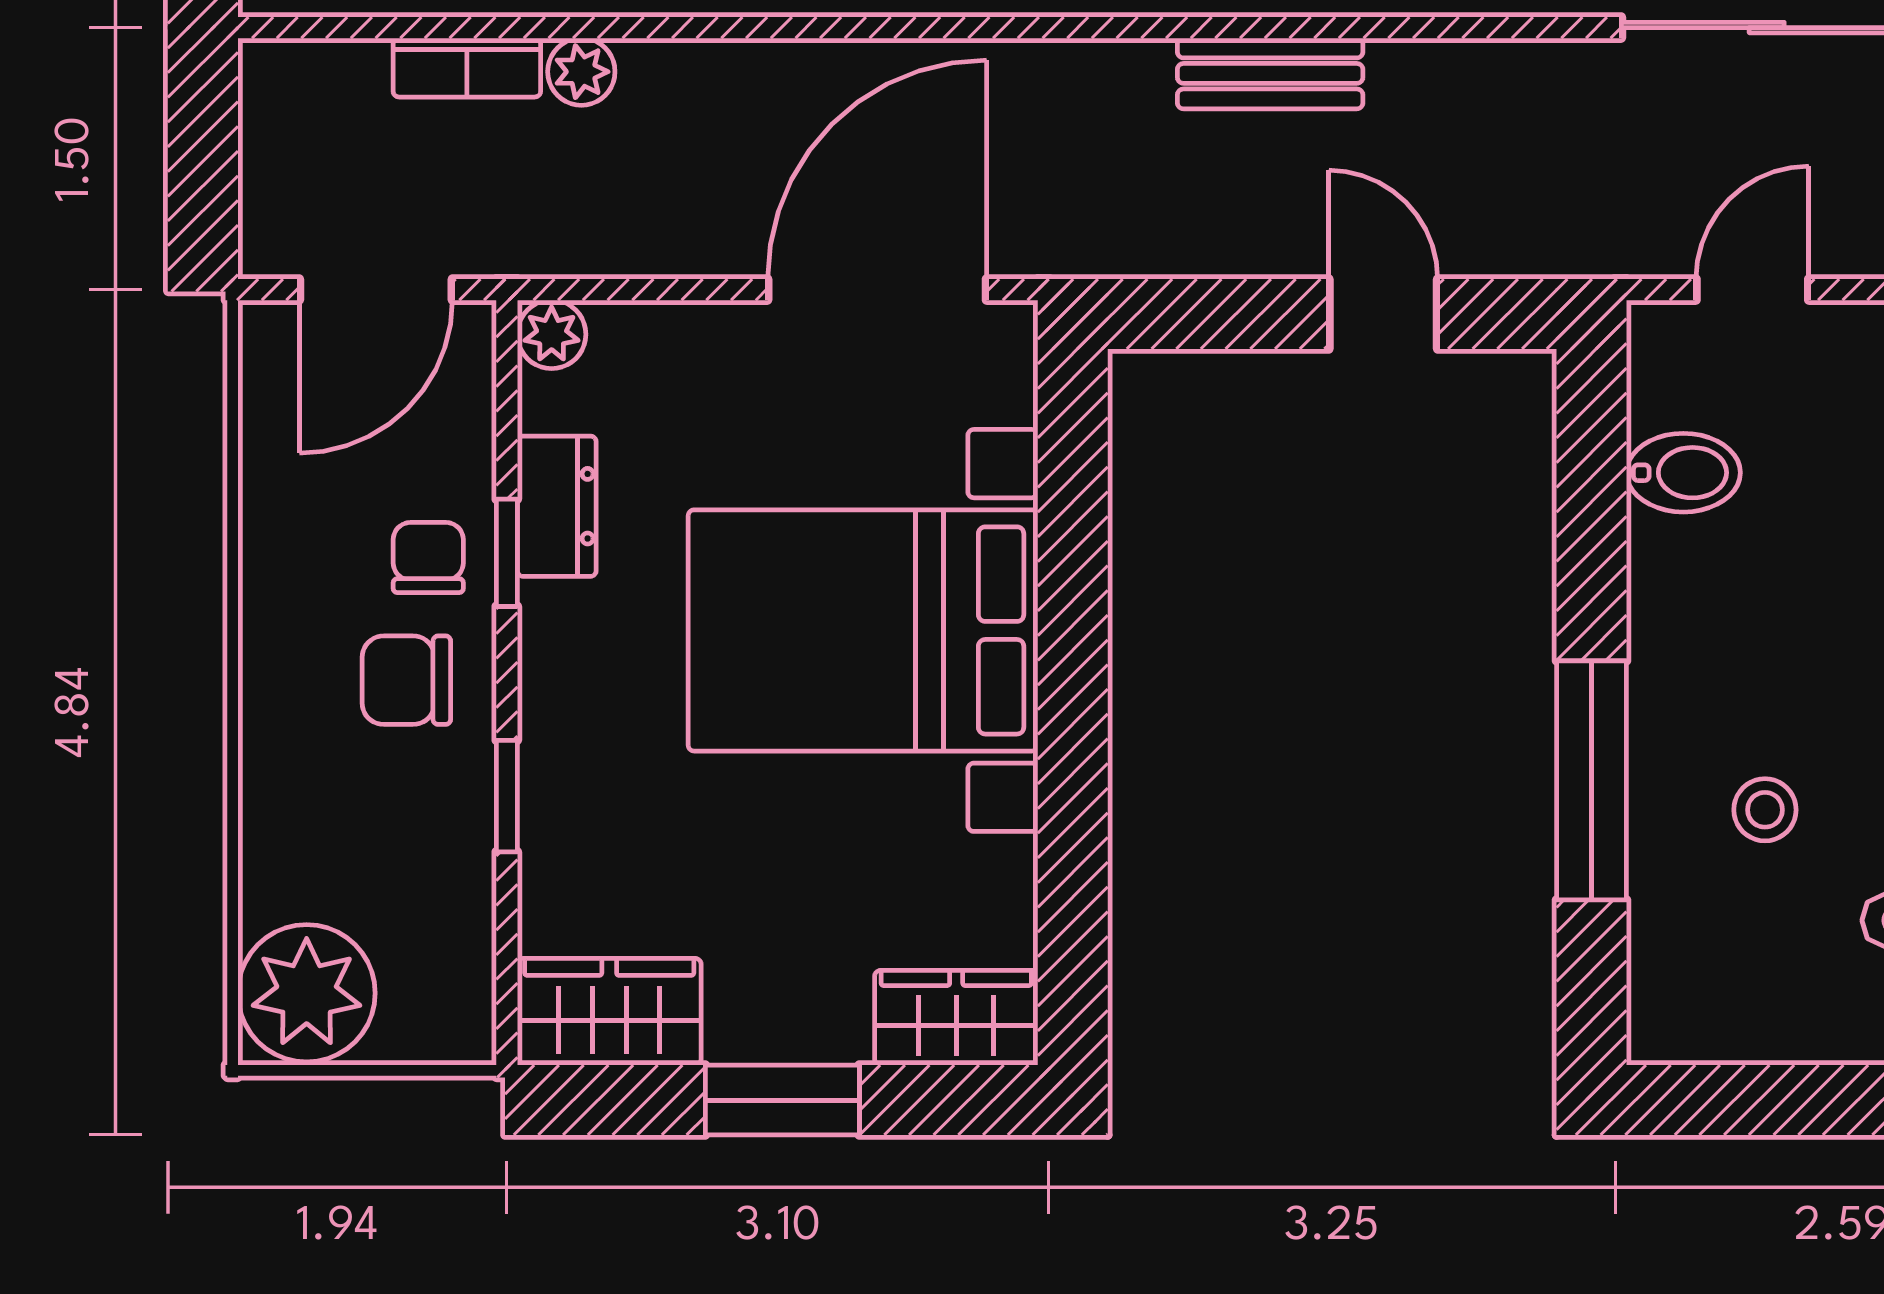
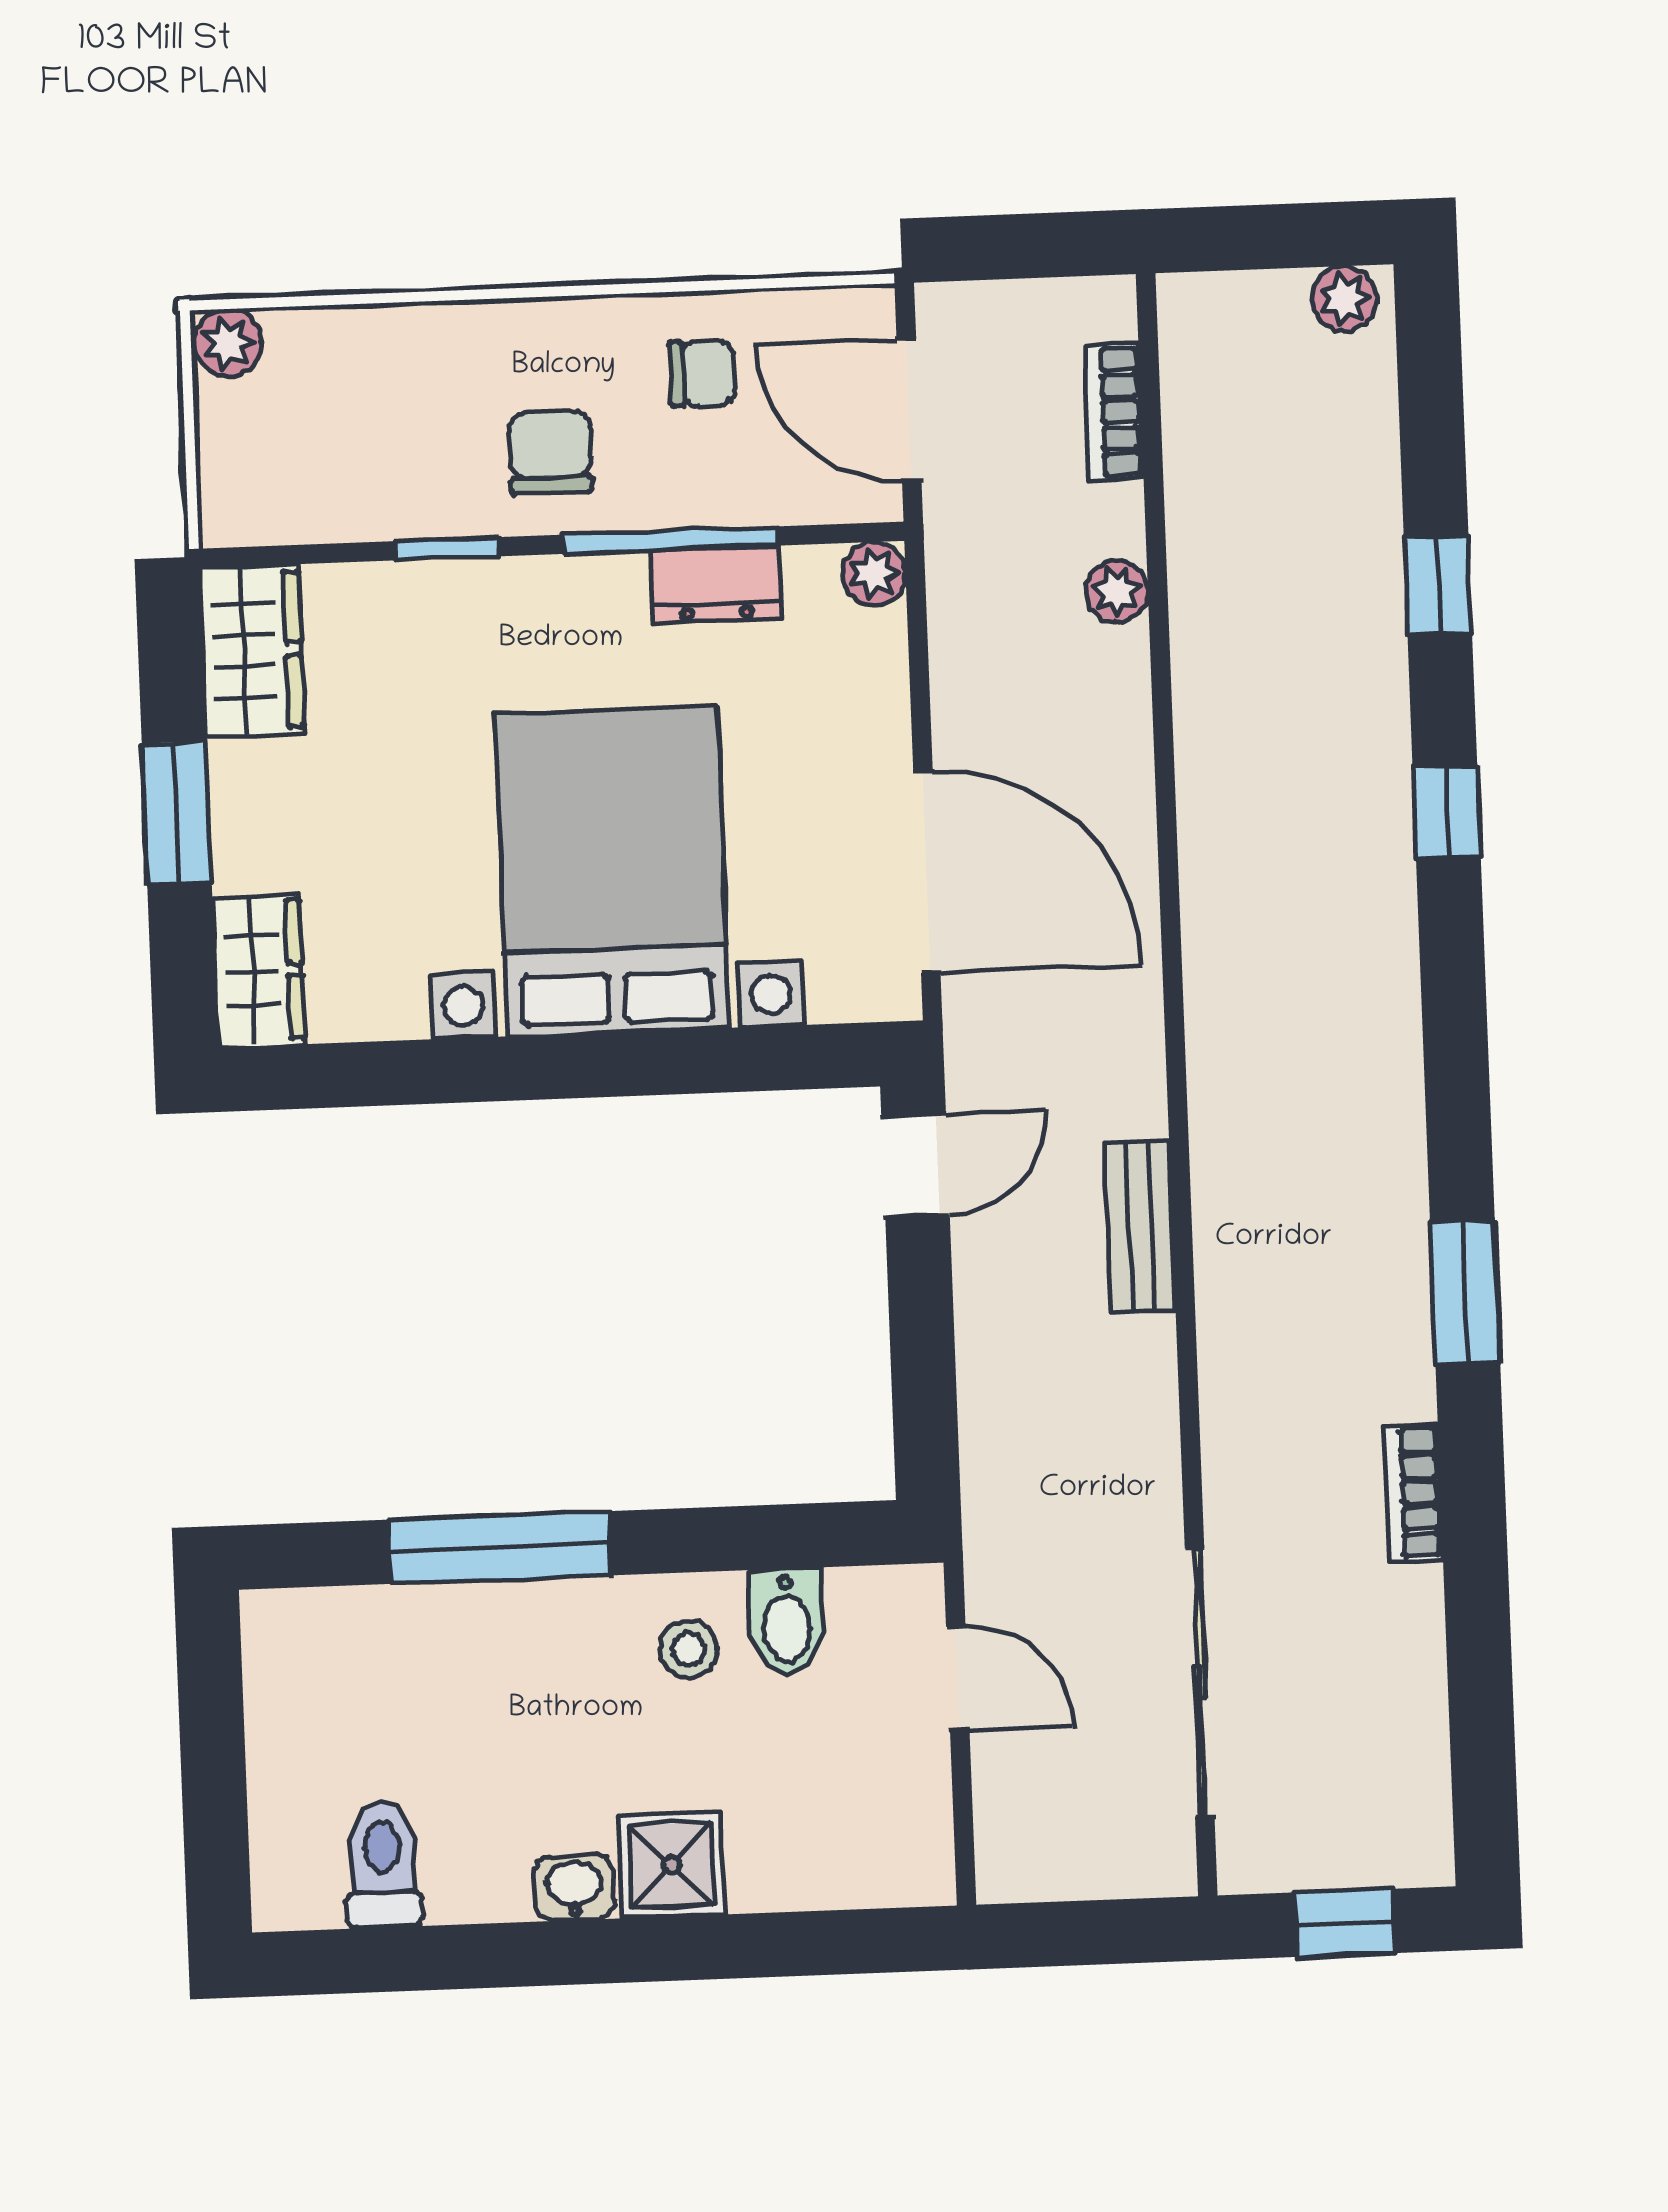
bookcase: (467, 68) -> (1114, 412), moved
door: (1383, 314) -> (916, 1166), moved
window: (507, 553) -> (671, 540), width x2.17
chair: (428, 558) -> (702, 373), moved
stool: (1765, 810) -> (689, 1649), moved
plant: (307, 993) -> (228, 343), width x0.53, depth x0.53

